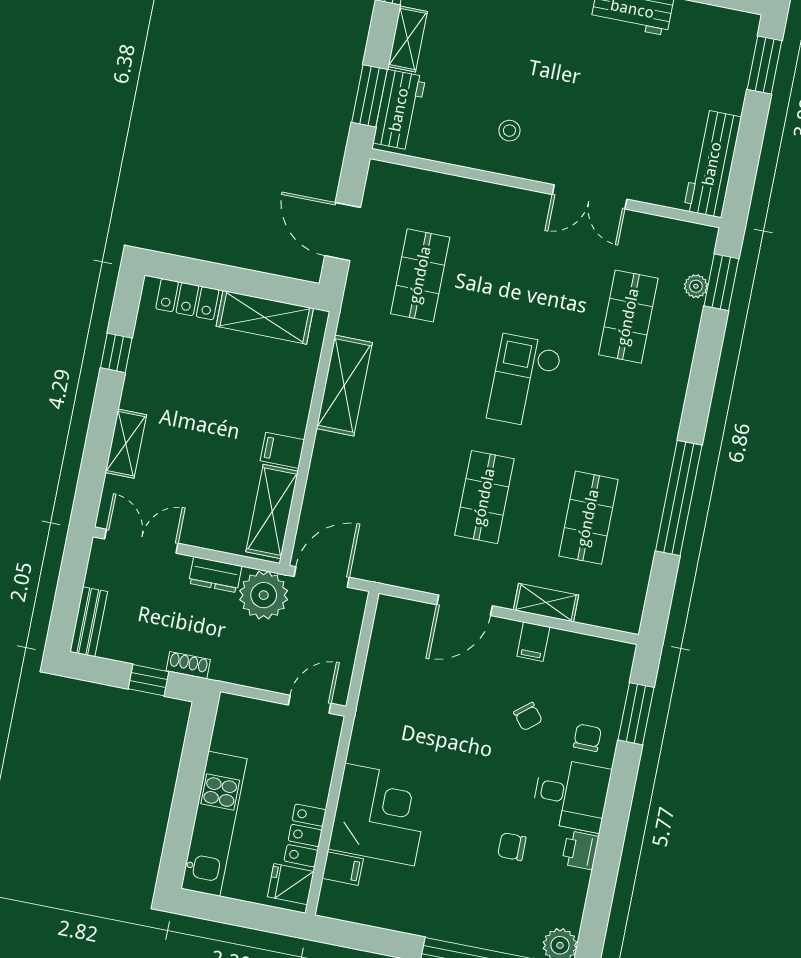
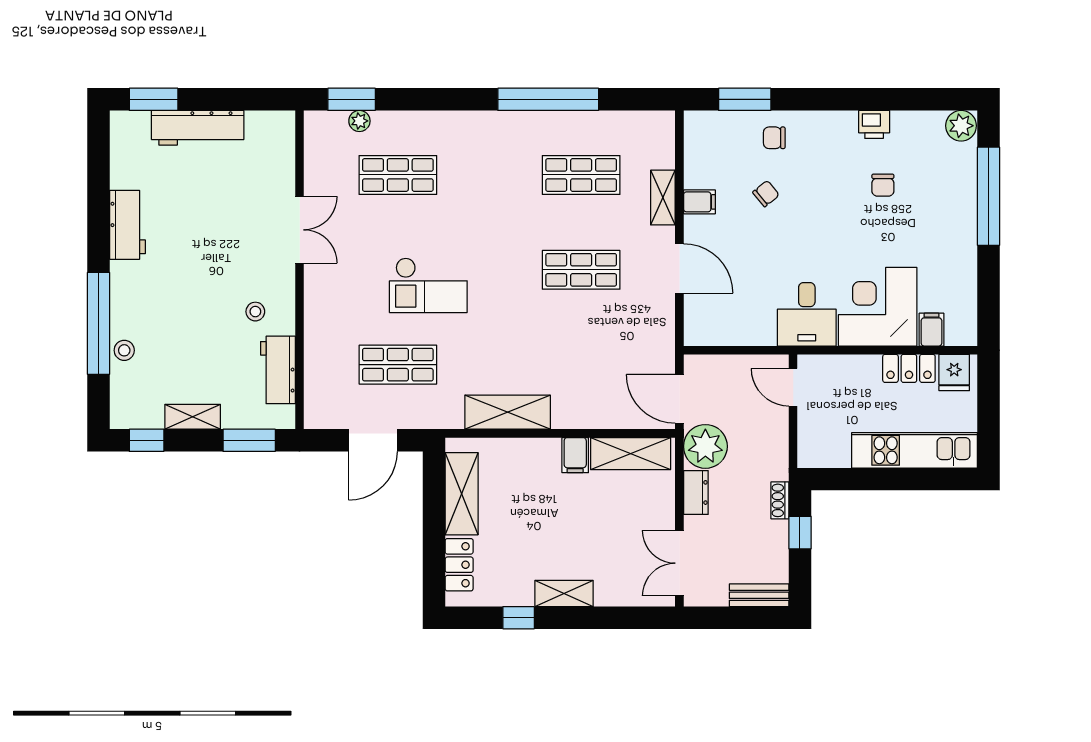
workbench: (399, 110) -> (278, 370), moved, turned -90
workbench: (712, 164) -> (198, 128), moved
checkout: (525, 381) -> (428, 285), moved
shelving: (126, 444) -> (564, 594), moved
desk: (571, 795) -> (807, 314), moved, turned 180

